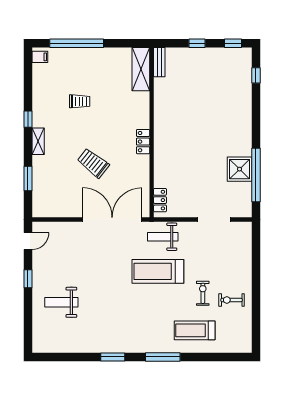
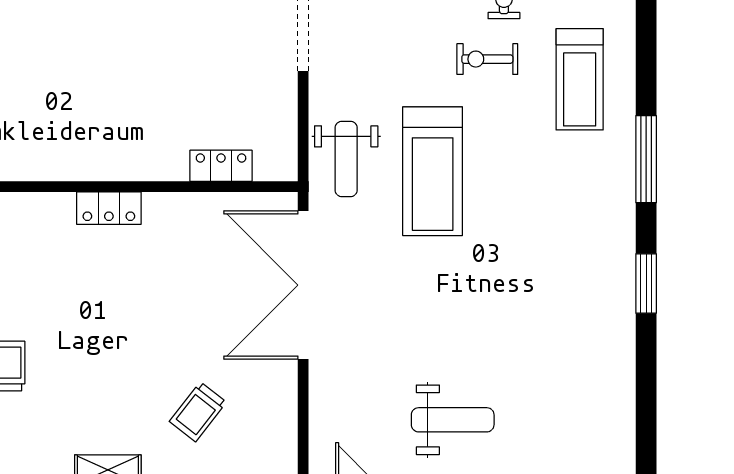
trolley: (93, 163) -> (198, 412), moved, width x0.73, depth x0.72
locker: (160, 200) -> (221, 166), moved
weight bench: (61, 302) -> (453, 420), moved, turned -90

